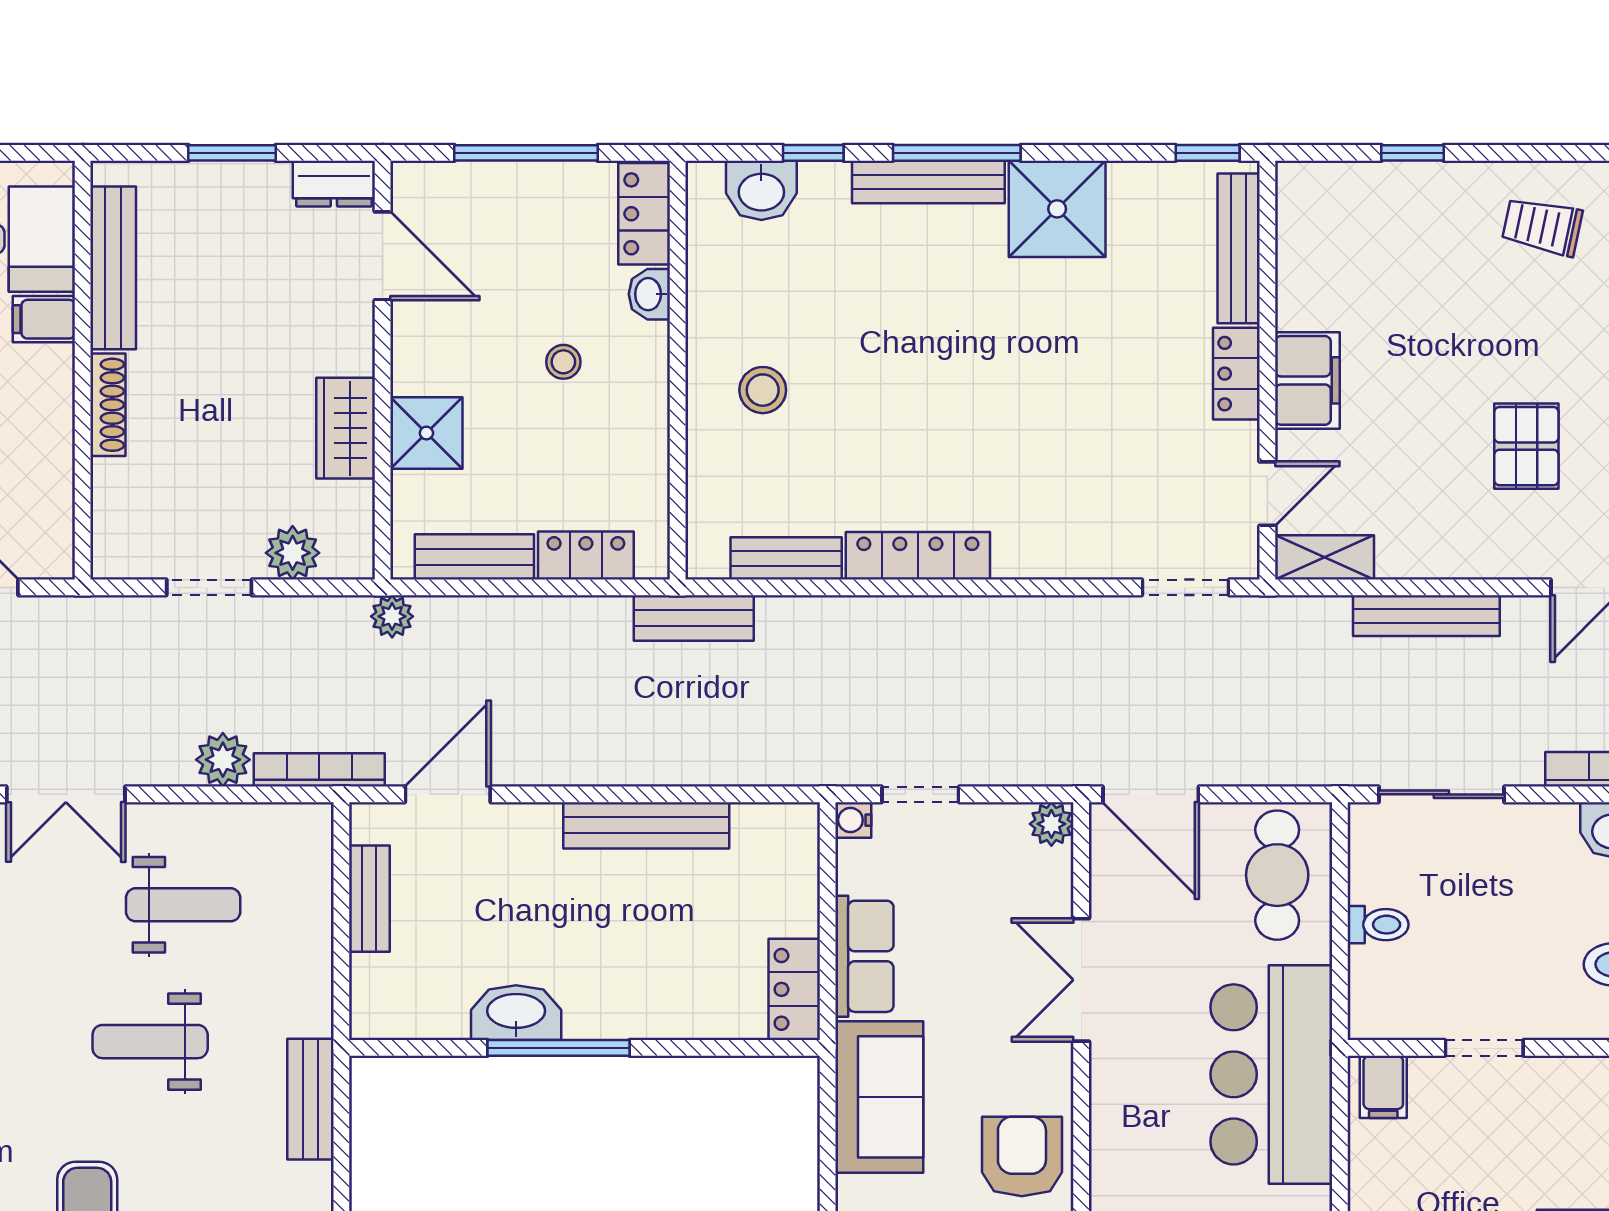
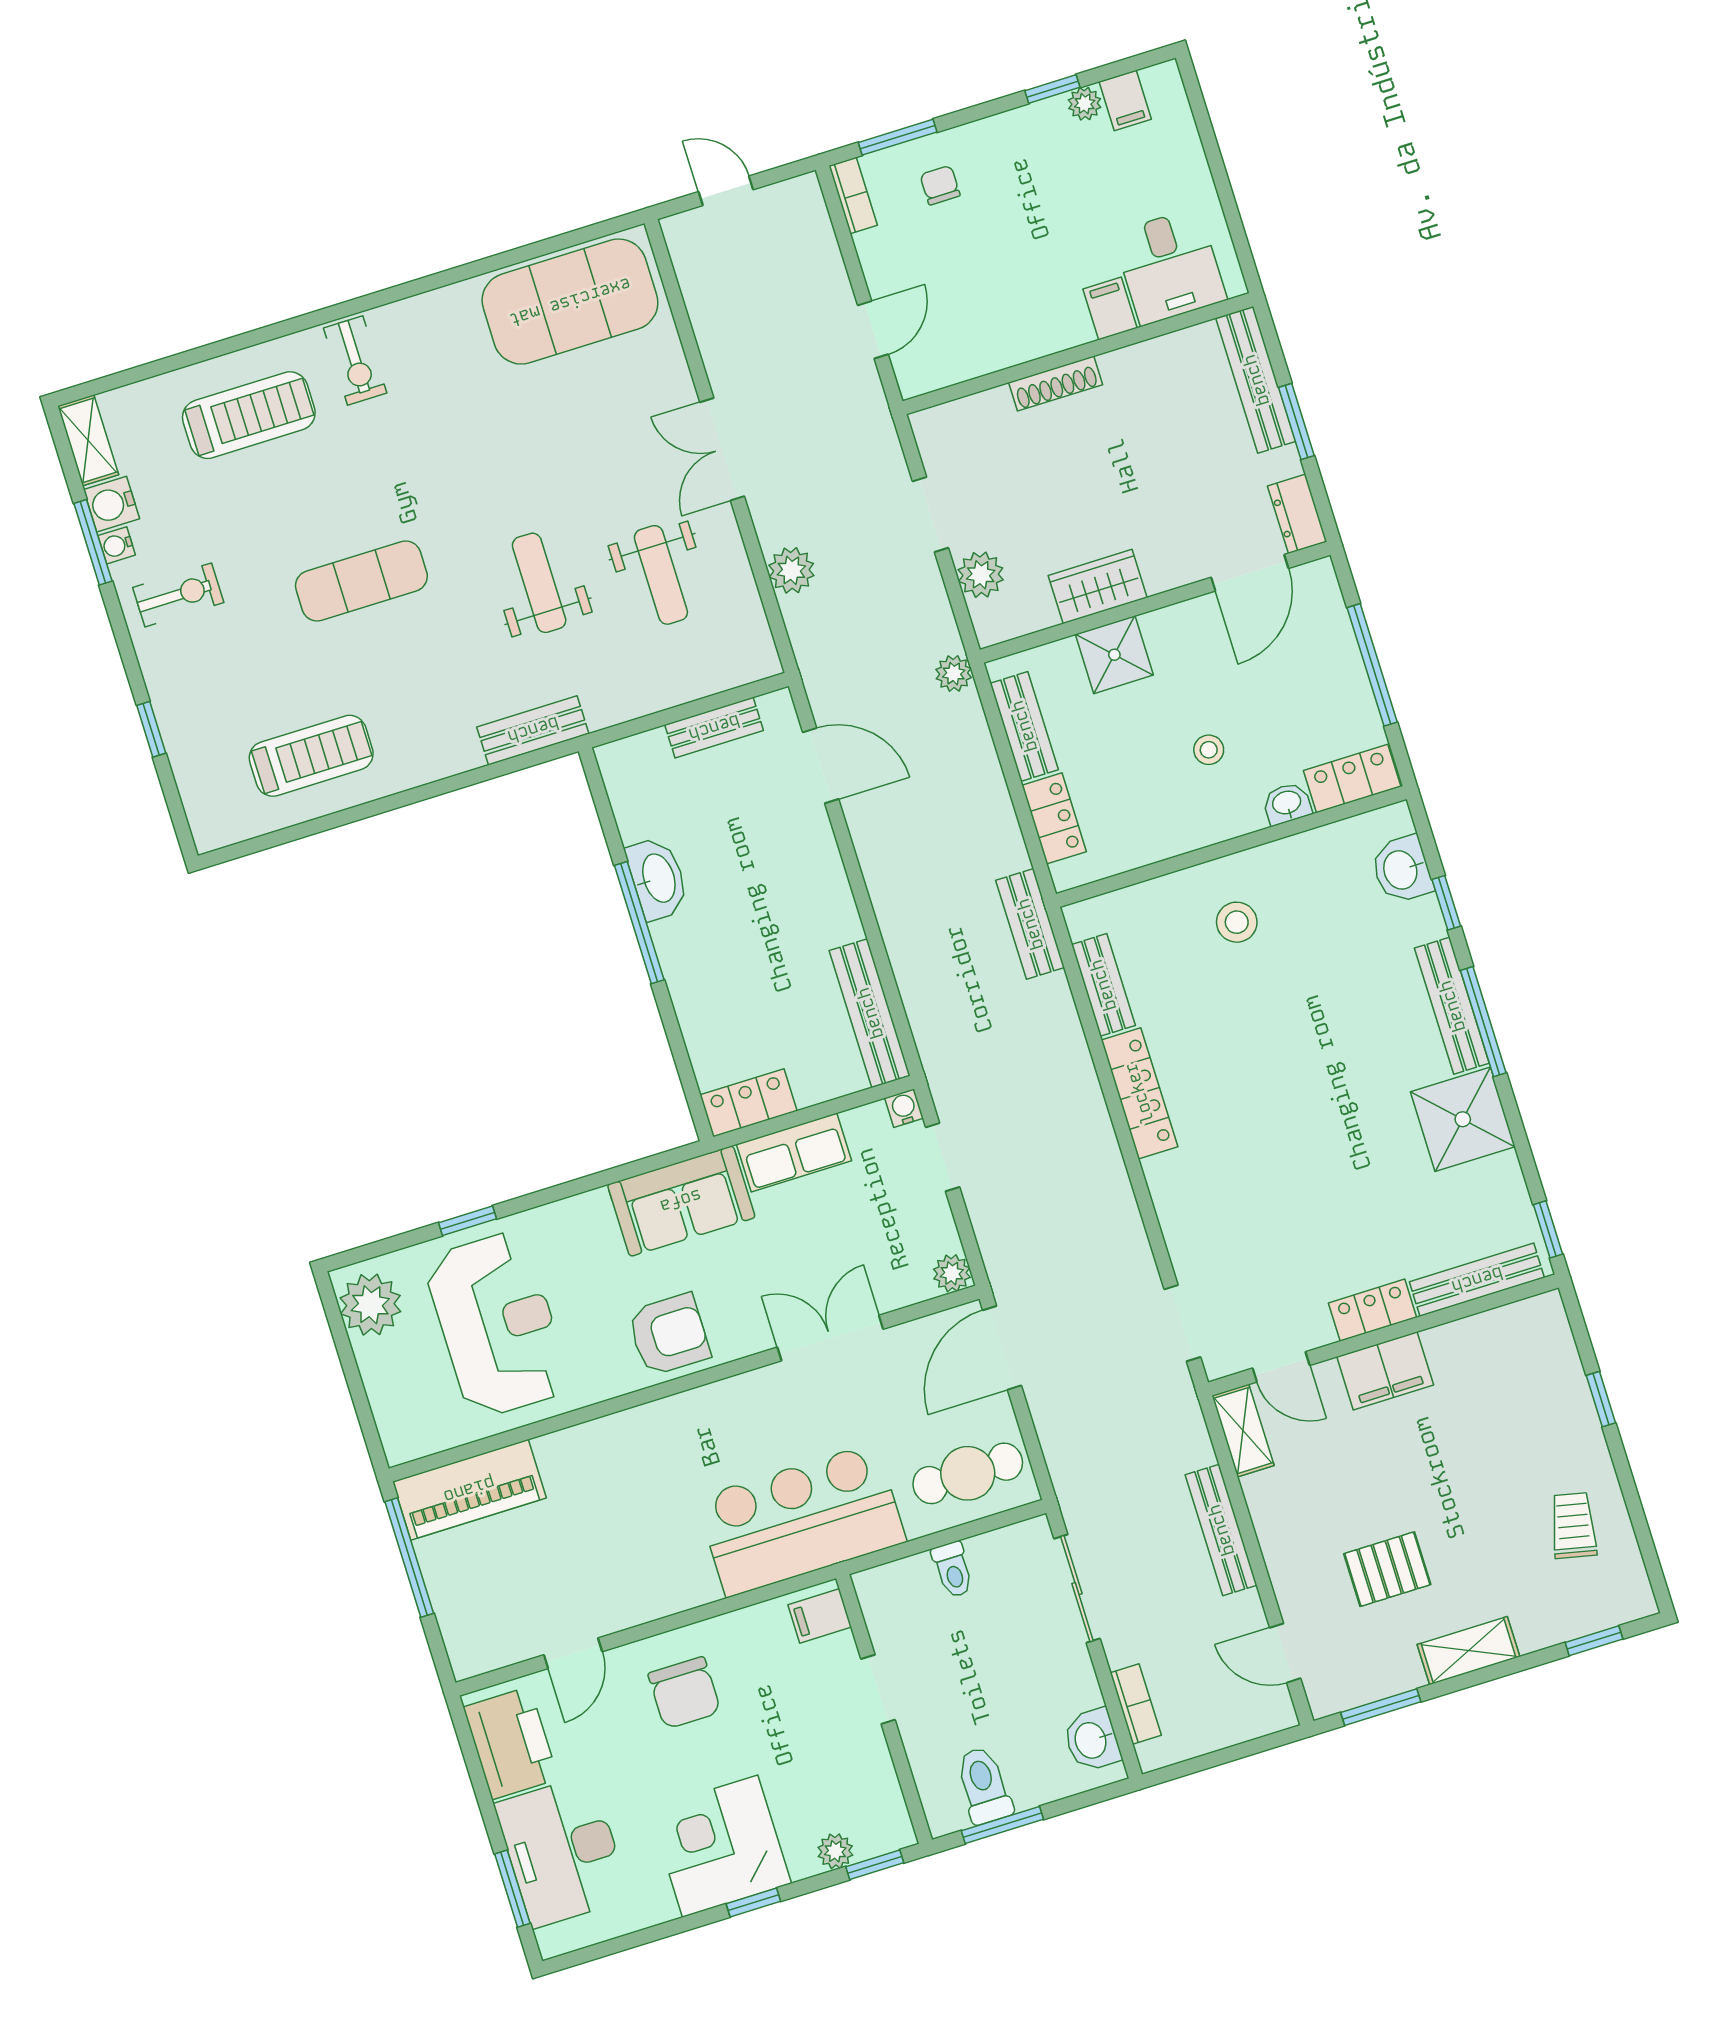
bench: (113, 268) -> (1256, 380), moved, turned 90
bookcase: (319, 770) -> (808, 653), removed
bench: (646, 825) -> (870, 1013), moved

